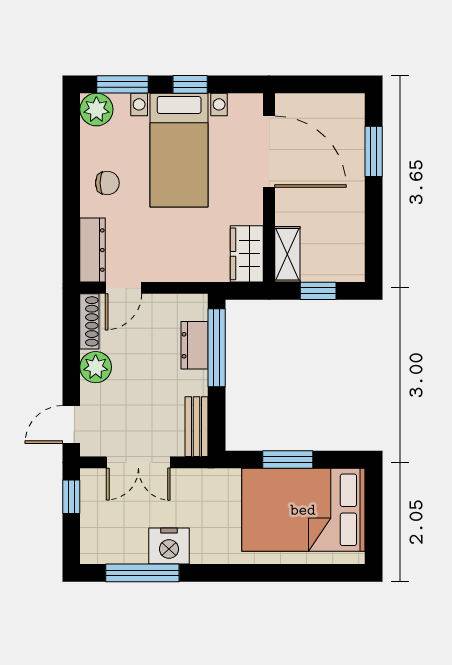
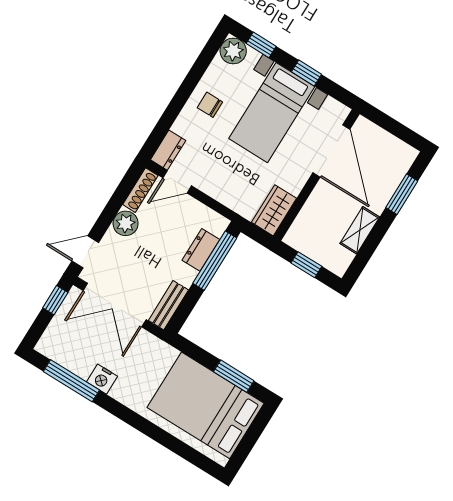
window: (123, 84) -> (261, 45), width x0.67
chair: (107, 183) -> (210, 105), turned 180
dresser: (93, 250) -> (168, 150), width x0.70
shelving: (287, 254) -> (360, 230), moved
window: (288, 460) -> (234, 376), moved
double door: (138, 462) -> (115, 305), width x1.37
nightstand: (169, 546) -> (102, 379), width x0.74, depth x0.75

